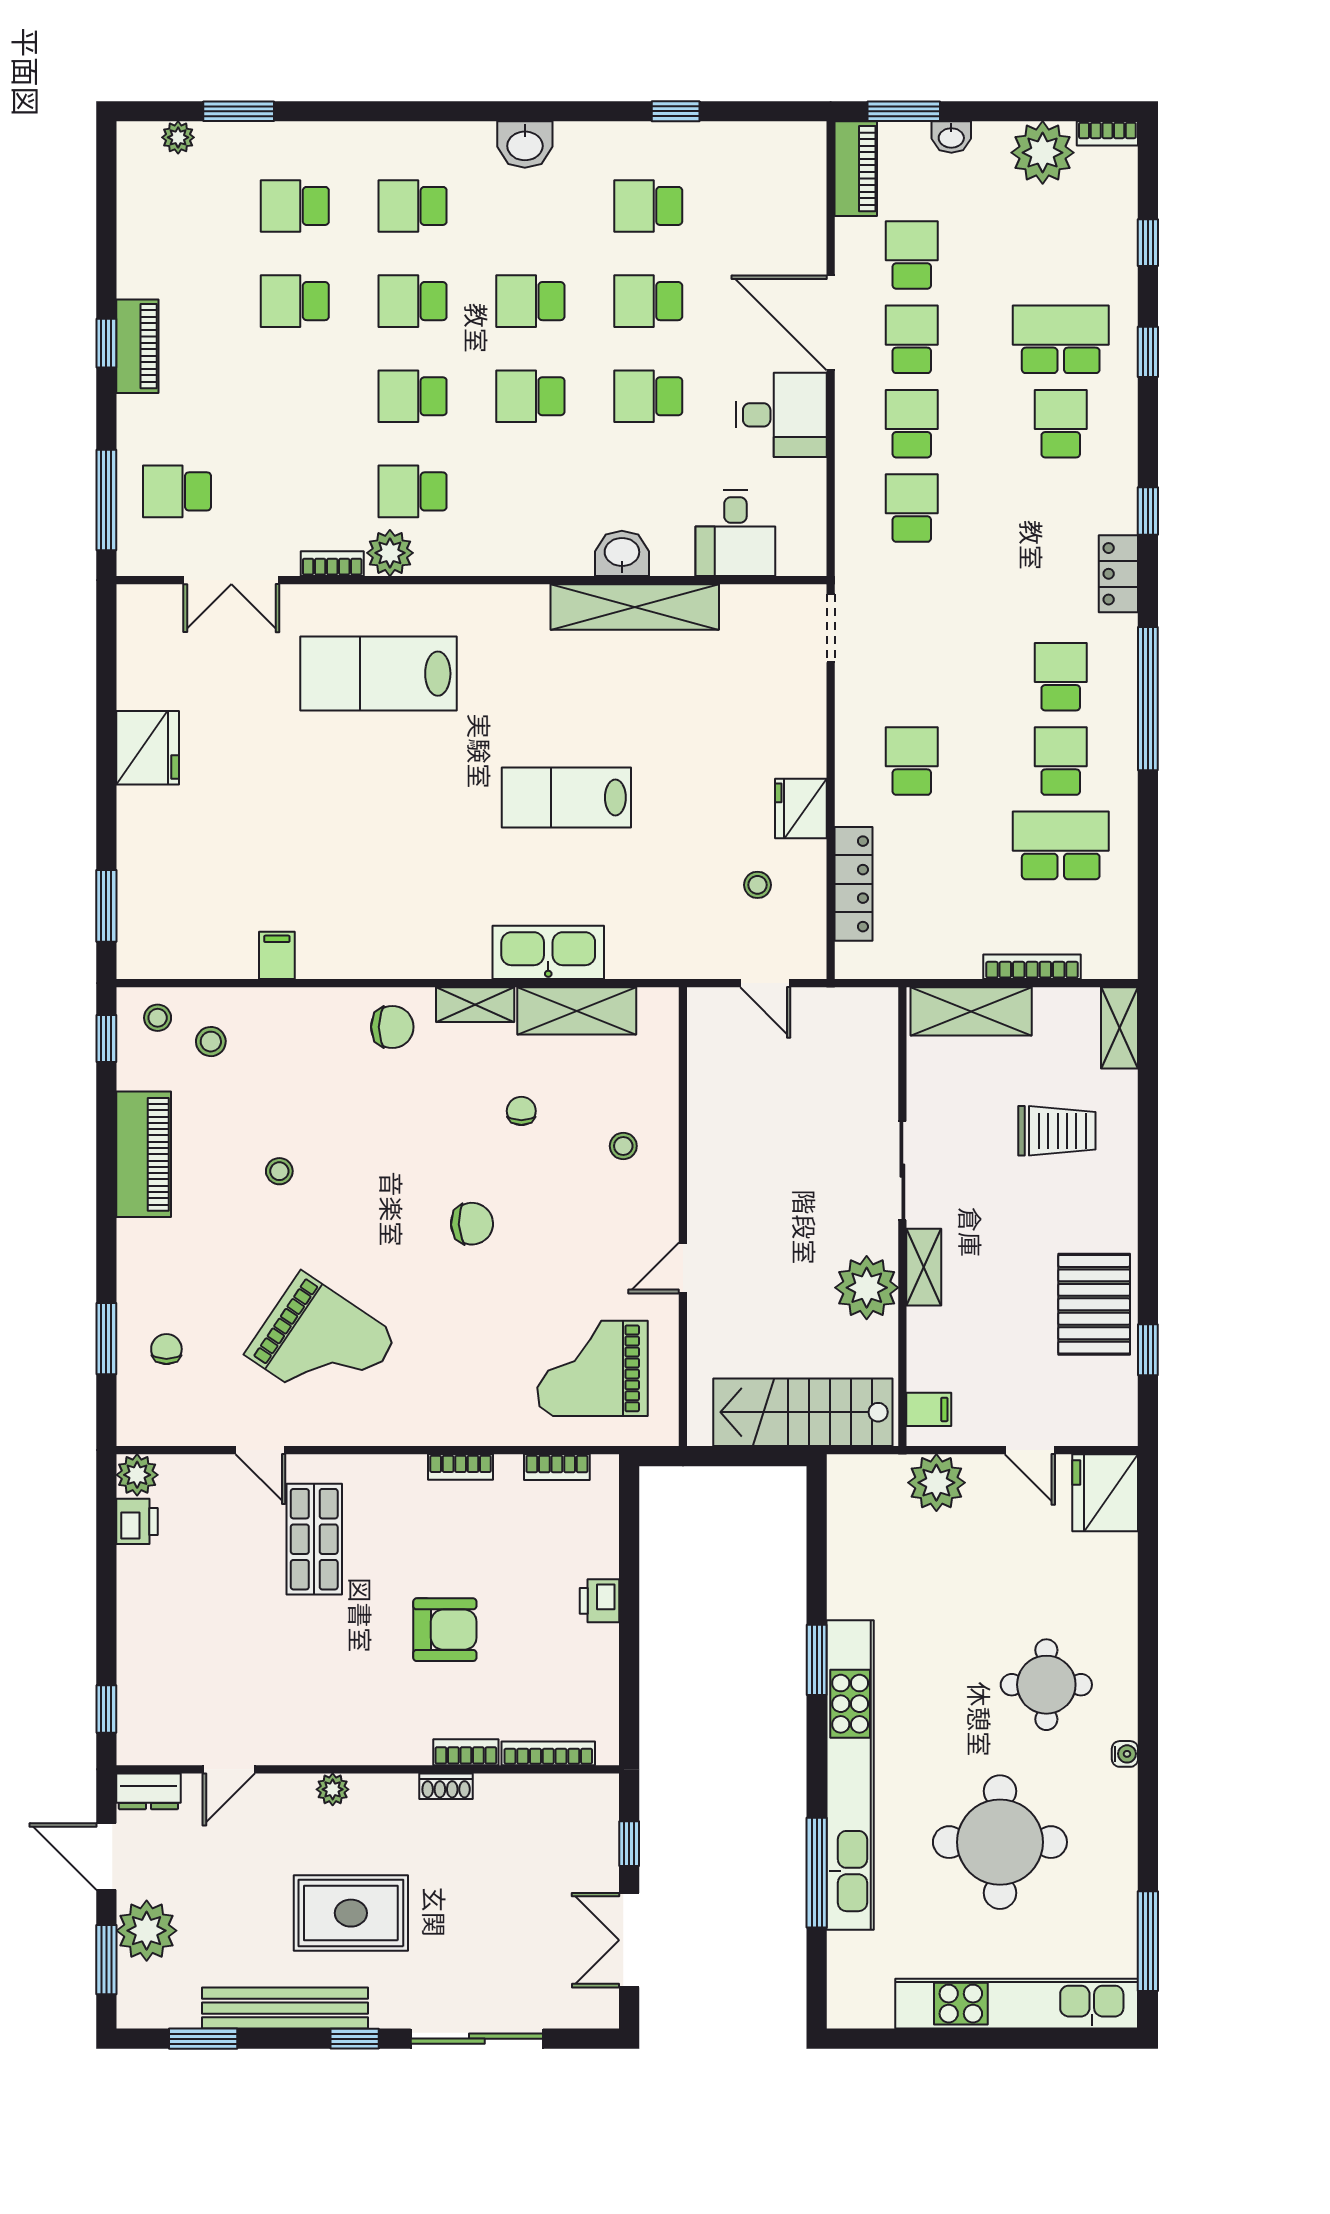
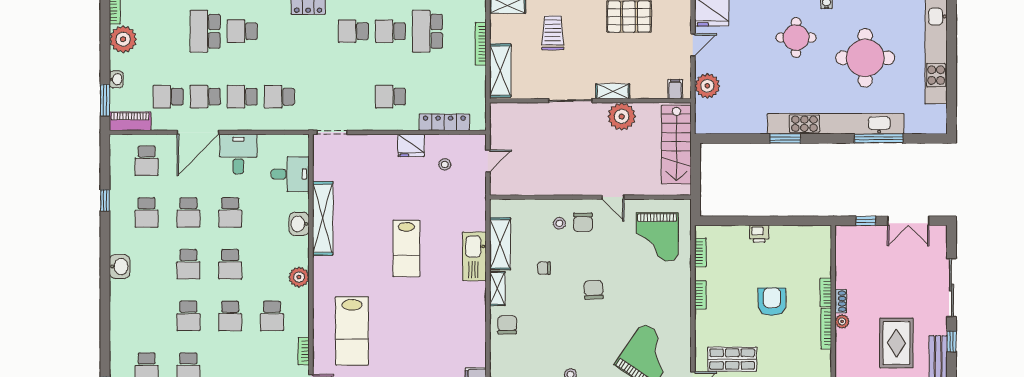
school desk: (413, 206) -> (147, 161), moved
plant: (390, 553) -> (299, 277), moved
chair: (626, 1200) -> (583, 222), added
bookcase: (548, 1753) -> (826, 329), moved
plant: (333, 1789) -> (842, 321), moved

